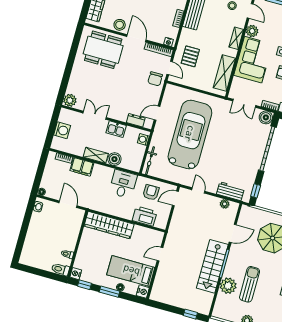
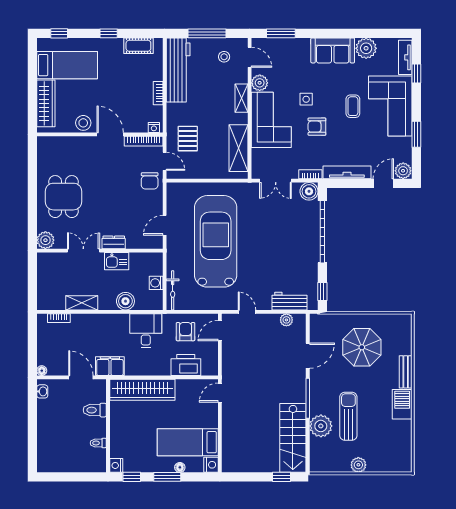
dining table: (103, 50) -> (63, 197), moved, width x0.73
dresser: (136, 120) -> (114, 242), moved
washing machine: (62, 130) -> (46, 282), removed
washing machine: (143, 139) -> (156, 283), moved
shelving: (96, 155) -> (82, 303), moved
filing cabinet: (82, 167) -> (110, 366), moved, turned 180
door: (160, 254) -> (220, 393), moved
stairs: (212, 266) -> (293, 438), moved
toilet: (60, 269) -> (95, 410), moved

